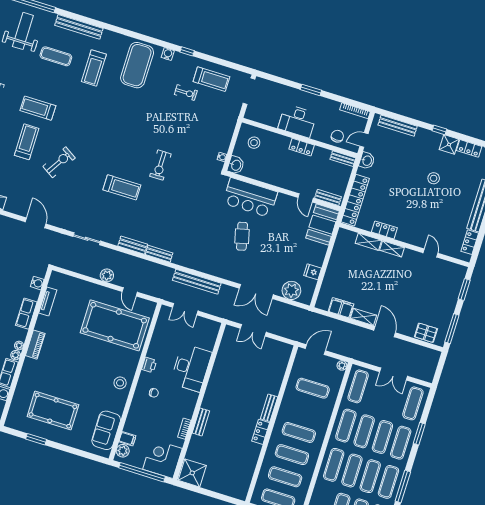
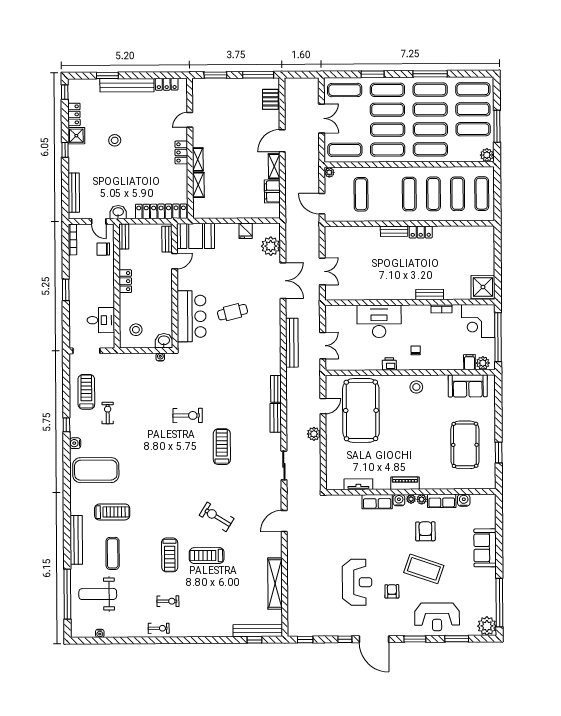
desk: (297, 121) -> (101, 320), moved, width x0.73
locker: (384, 230) -> (181, 152), moved
water cooler: (37, 283) -> (399, 500), moved

